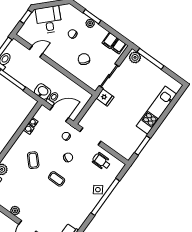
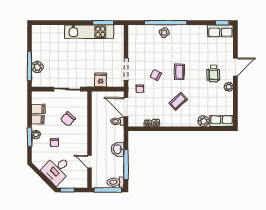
filing cabinet: (119, 46) -> (38, 119), moved
plant: (135, 57) -> (37, 67), moved
washbasin: (43, 92) -> (118, 149), moved
fridge: (105, 98) -> (101, 80), moved
kitchen unit: (156, 110) -> (89, 32), moved
wheelchair: (101, 161) -> (213, 73), moved

